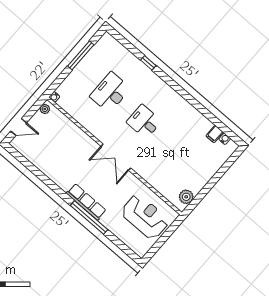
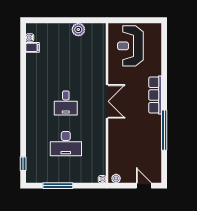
window: (148, 63) -> (23, 164), moved
plant: (186, 197) -> (78, 30), moved
window: (89, 217) -> (164, 130), moved

